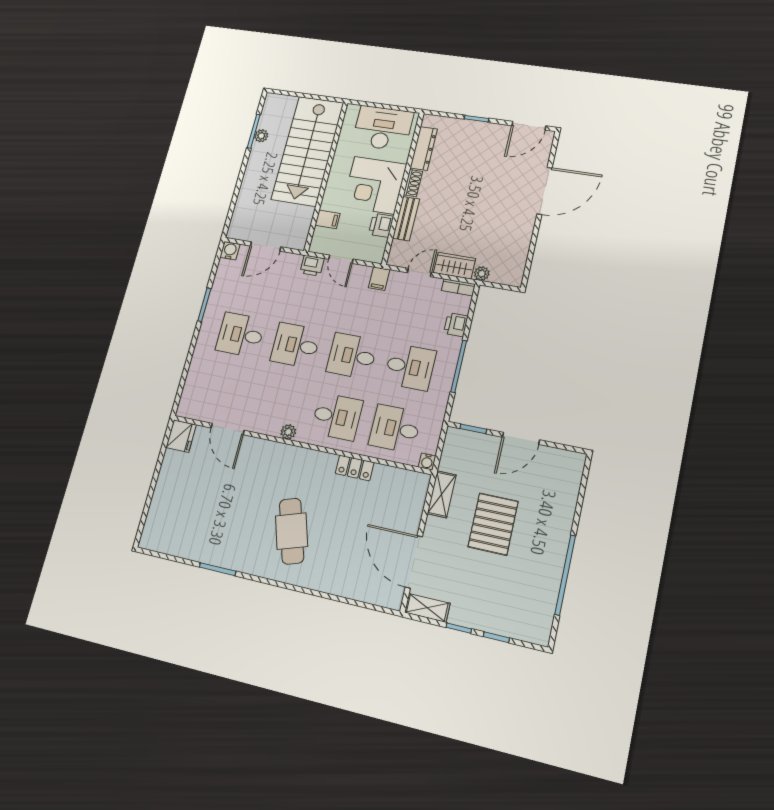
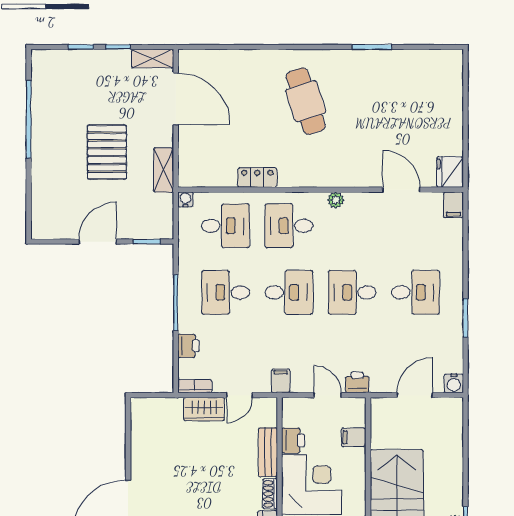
plant: (482, 274) -> (174, 405), removed
desk: (296, 345) -> (352, 292), turned 180
filing cabinet: (186, 406) -> (453, 205), added

